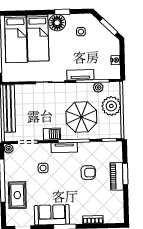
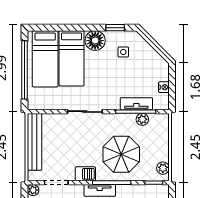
window: (62, 12) -> (115, 28), moved
window: (109, 27) -> (157, 47), removed
tv unit: (80, 75) -> (136, 104), moved
plant: (111, 106) -> (163, 168), moved, width x0.53, depth x0.53

